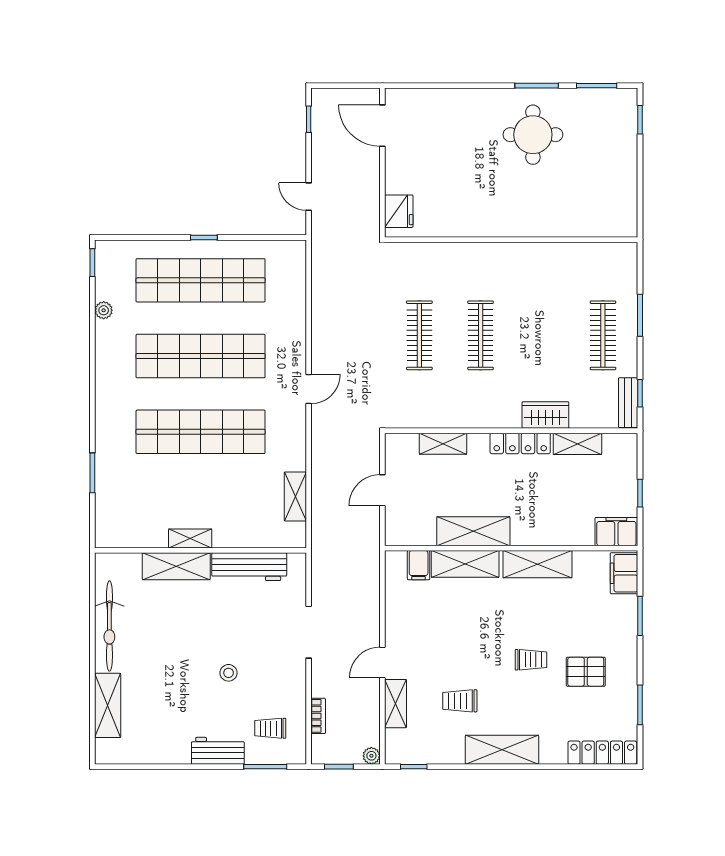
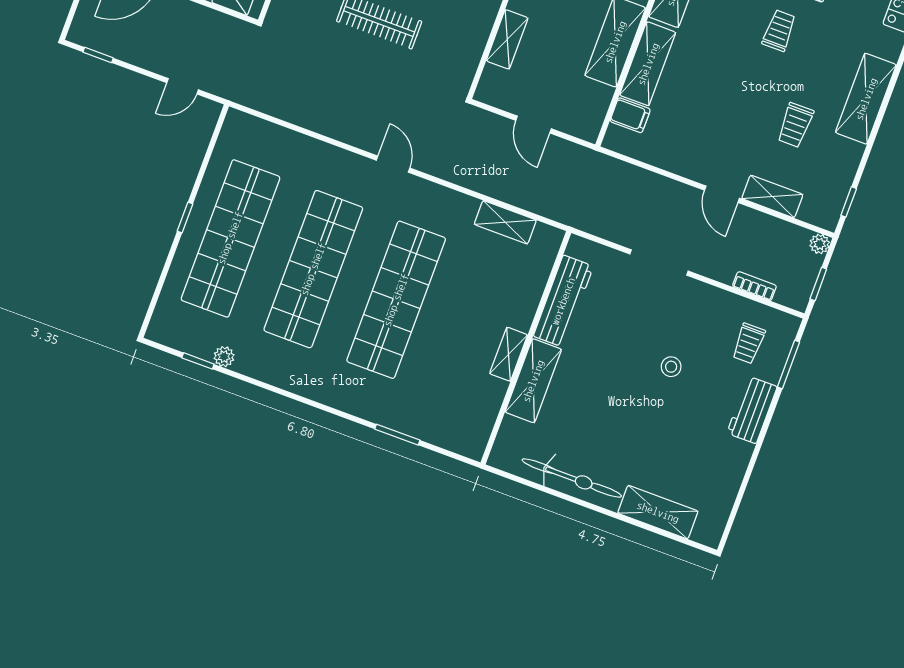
window: (92, 263) -> (198, 361), moved

